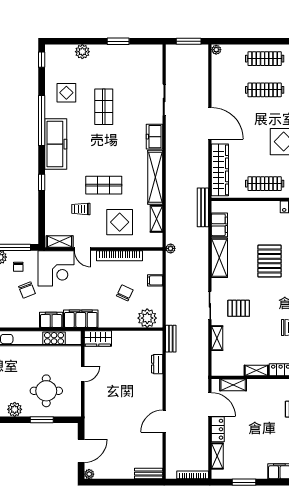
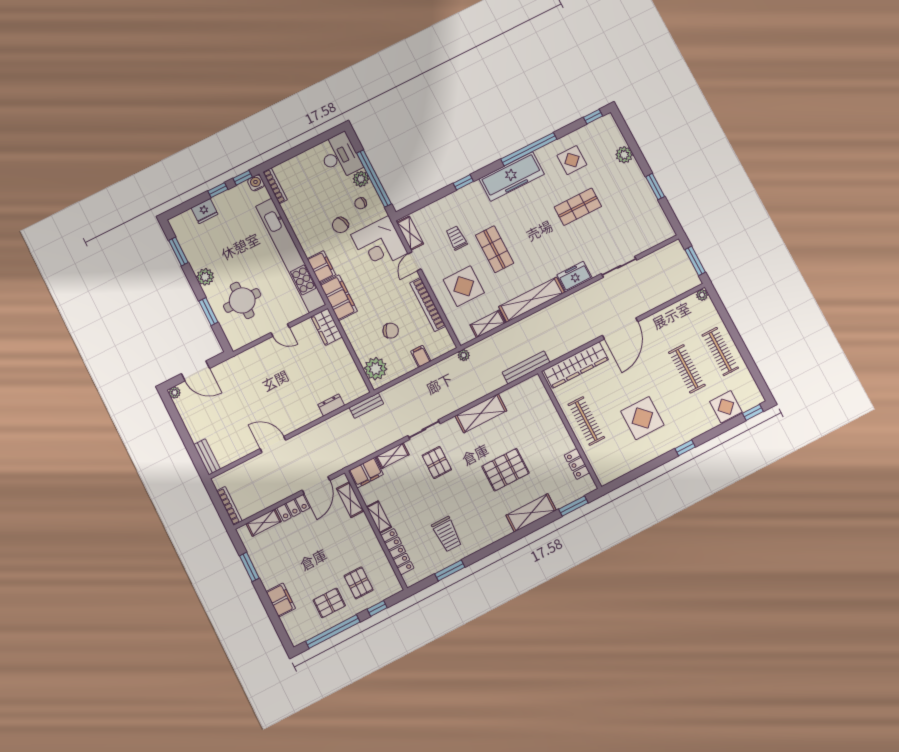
filing cabinet: (219, 225) -> (366, 473), moved

